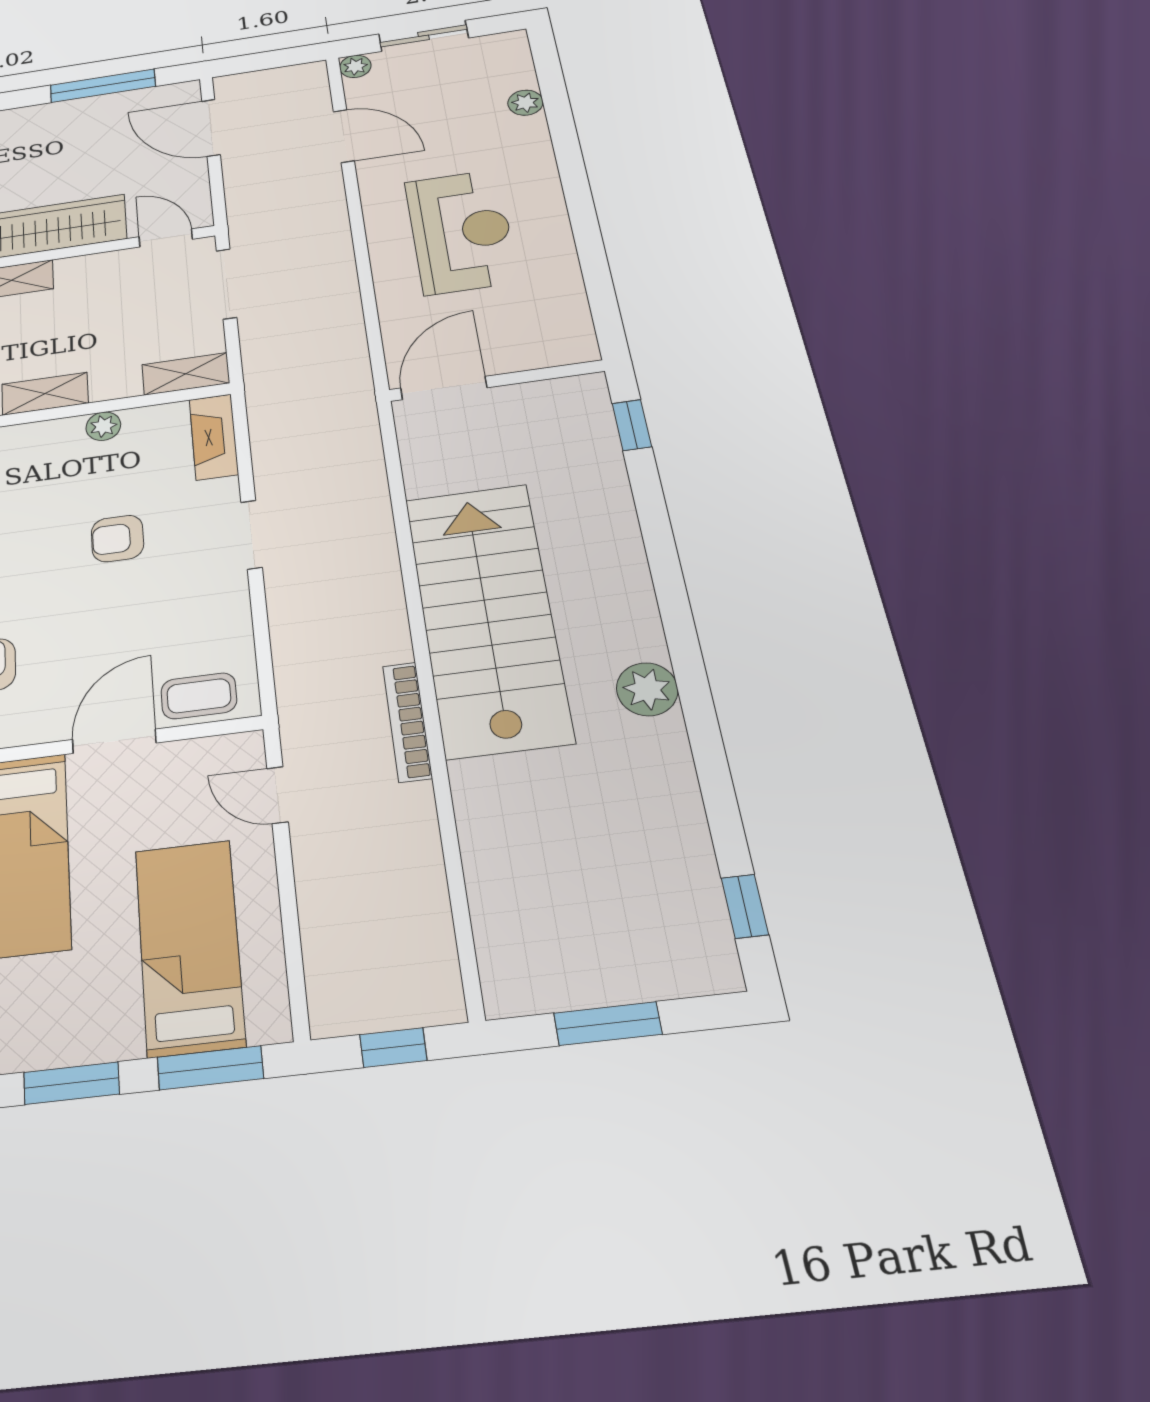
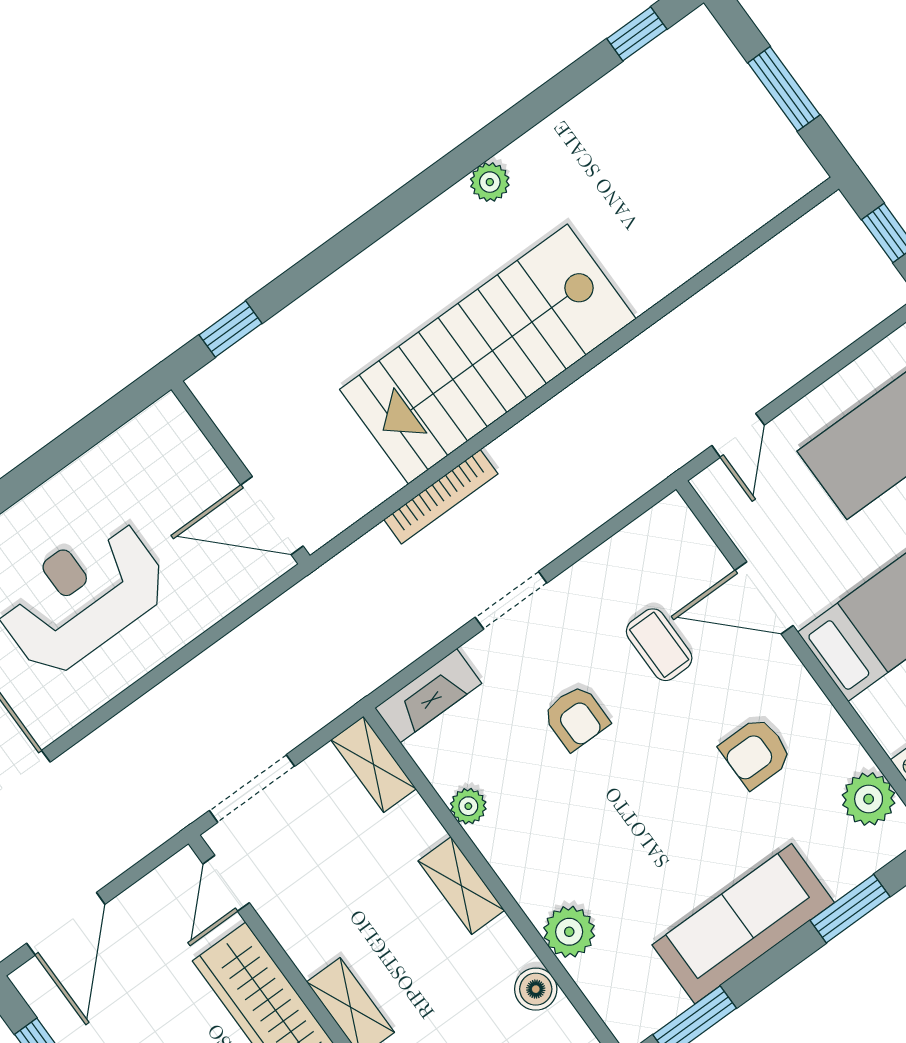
plant: (647, 689) -> (490, 182), width x0.73, depth x0.73
coffee table: (199, 696) -> (659, 645), moved
bookcase: (407, 722) -> (441, 497), moved

